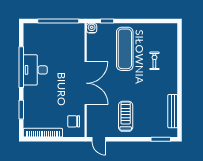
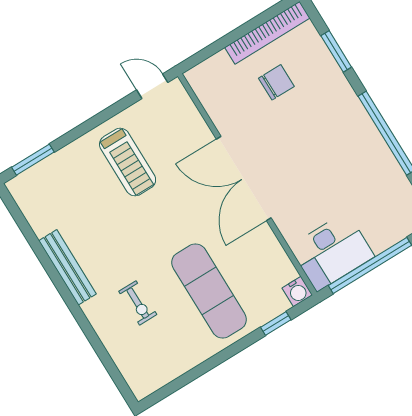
desk: (35, 70) -> (332, 252), moved, turned 90
bench: (173, 111) -> (68, 267), moved
chair: (74, 121) -> (276, 82), moved

